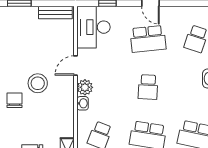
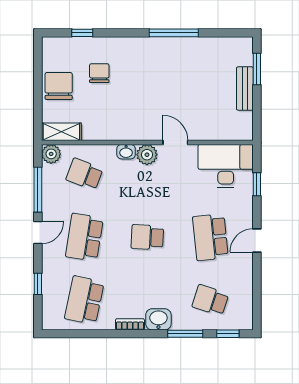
bench: (55, 12) -> (245, 88), moved
stool: (38, 83) -> (152, 93), removed
chair: (15, 100) -> (99, 73), moved, turned -90

